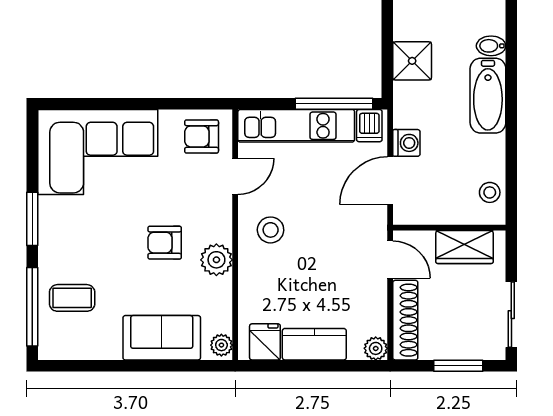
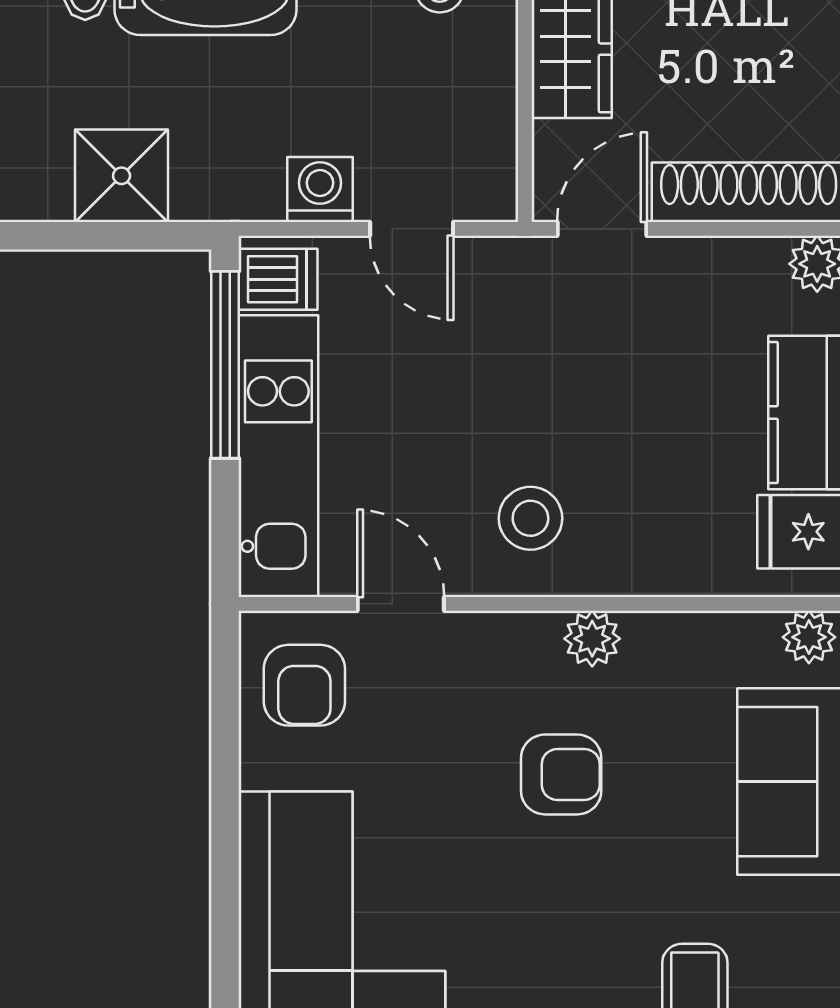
door: (390, 181) -> (412, 229), width x0.73
armchair: (165, 243) -> (561, 774), turned -90
plant: (216, 260) -> (592, 639), width x0.73, depth x0.73

